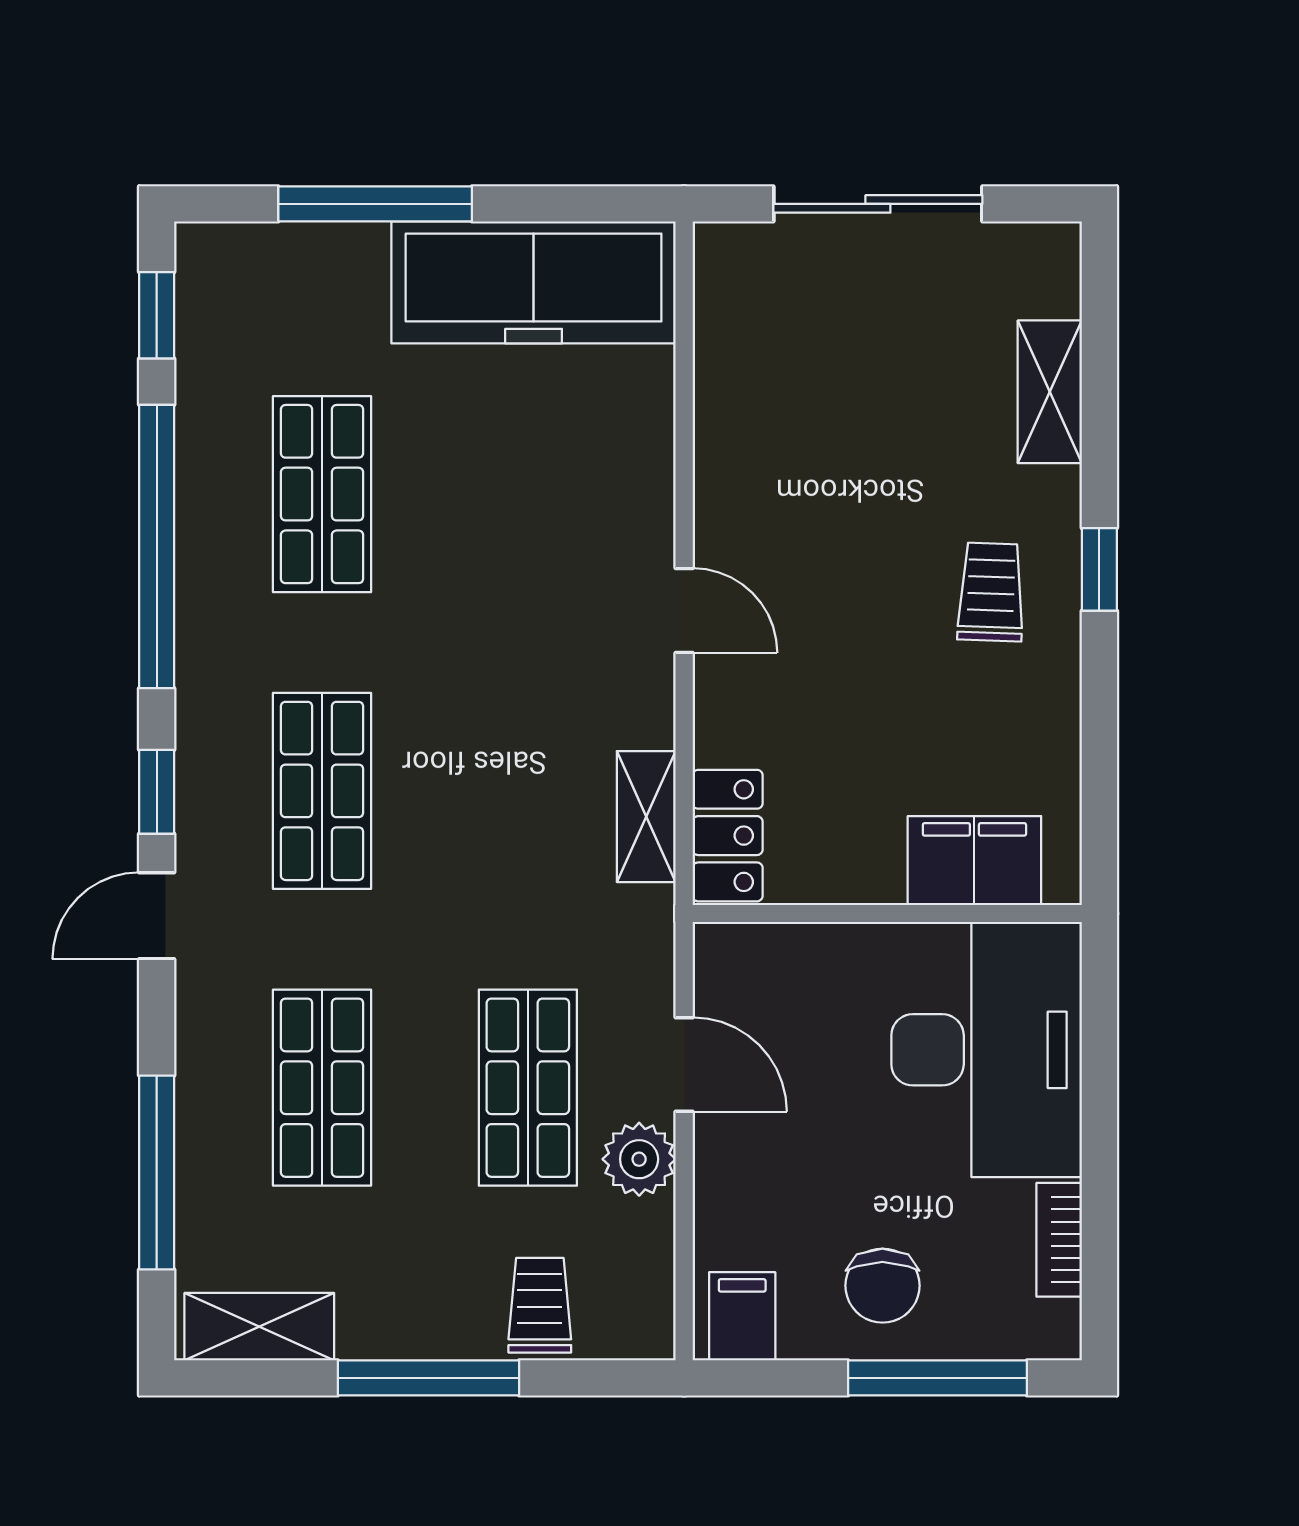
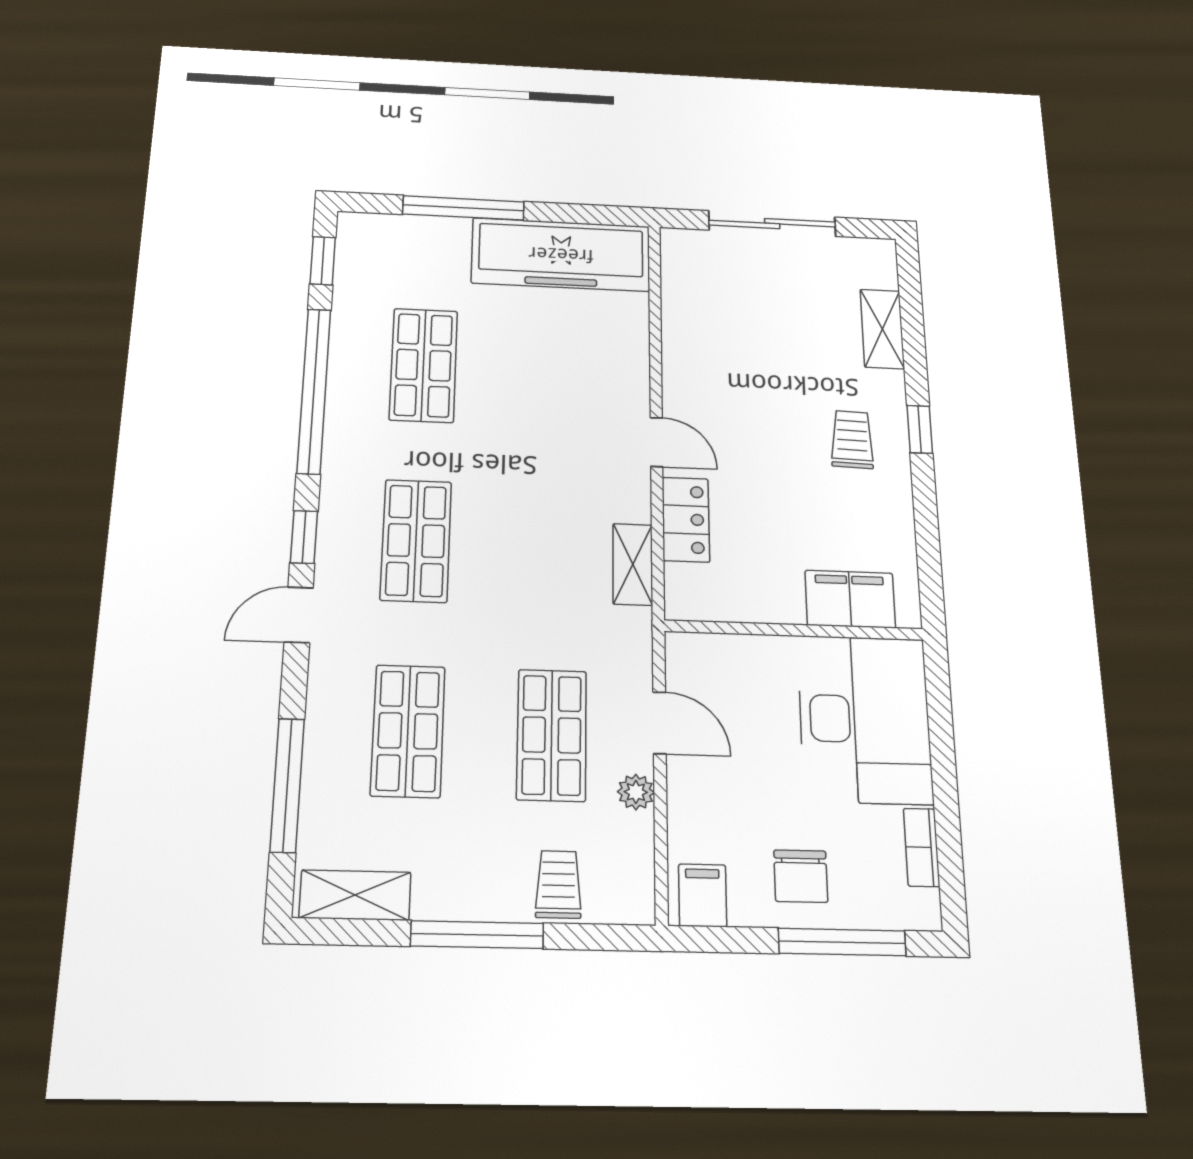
locker: (728, 836) -> (686, 519), moved
plant: (639, 1159) -> (636, 792), width x0.73, depth x0.73

